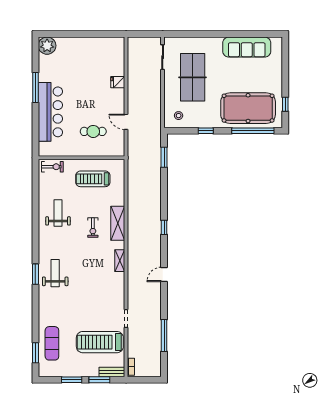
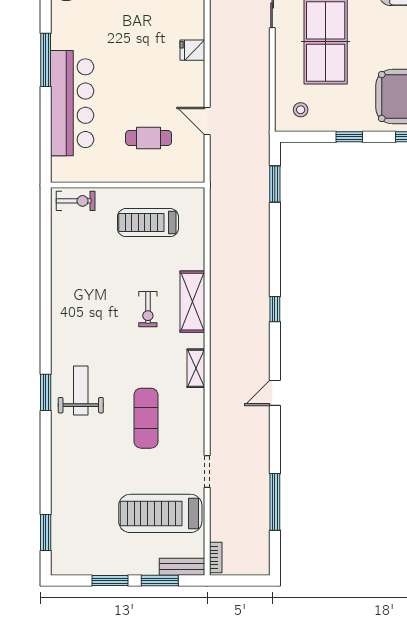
weight bench: (58, 213) -> (86, 283), removed
exercise mat: (52, 343) -> (146, 418), moved

